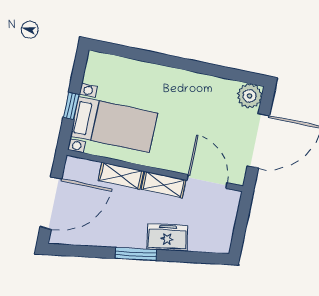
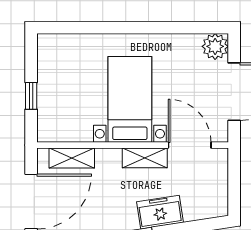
bed with nightstands: (114, 125) -> (130, 99), moved, turned -90
shelving: (121, 176) -> (72, 158), moved

